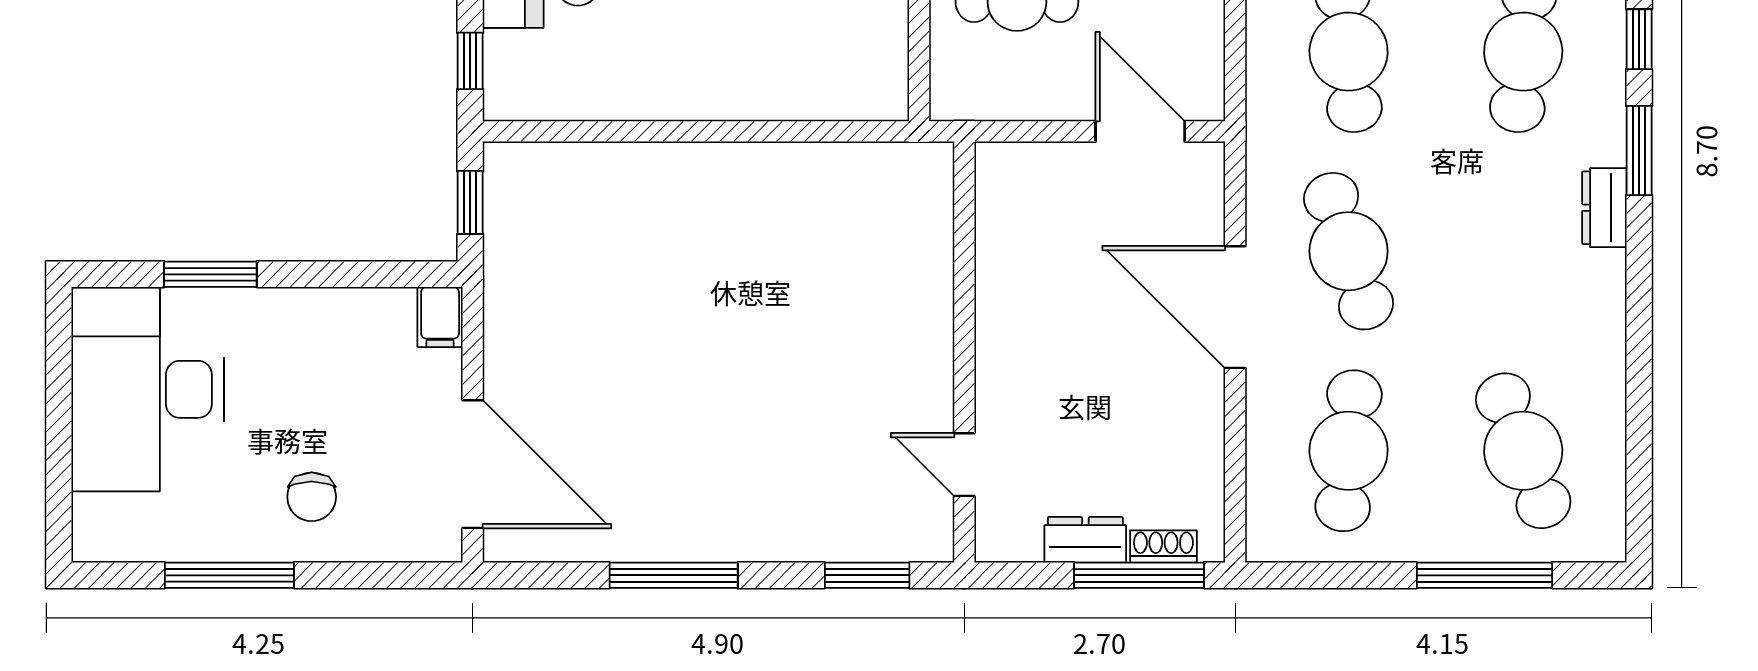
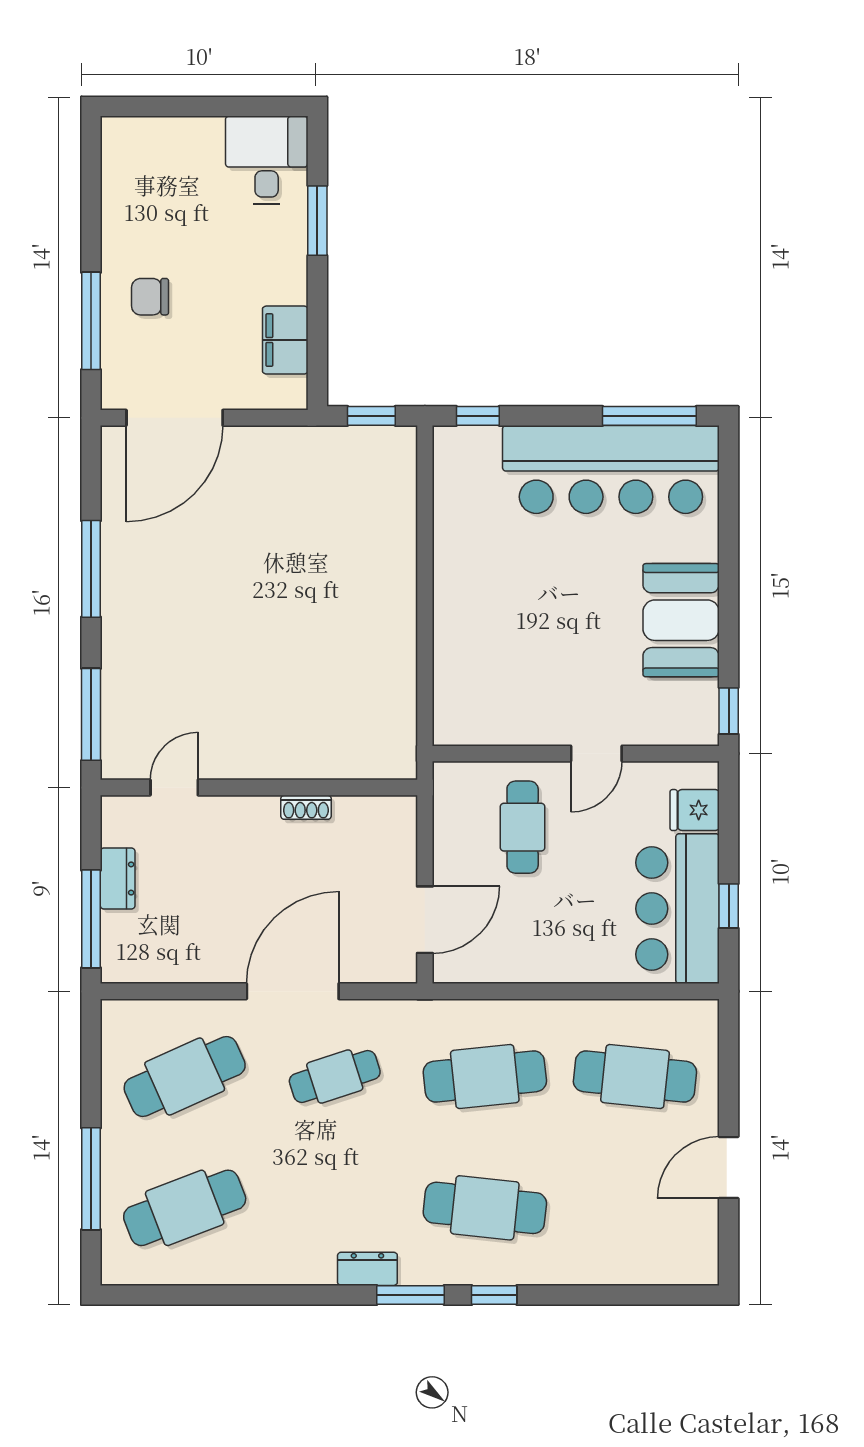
cafe table: (1349, 251) -> (335, 1077), width x0.73, depth x0.74
filing cabinet: (440, 317) -> (285, 340), moved, width x2.00
desk: (148, 389) -> (267, 160), width x0.53, depth x0.77
cafe table: (1349, 451) -> (185, 1077), turned -30
shoe rack: (1163, 547) -> (306, 807), moved, turned 90
window: (229, 575) -> (91, 321), moved
window: (867, 575) -> (91, 714), width x1.44

